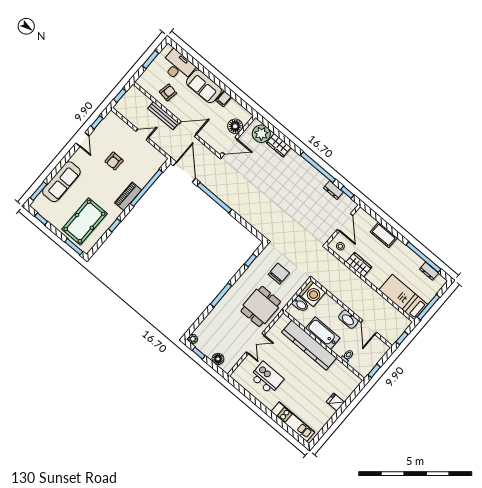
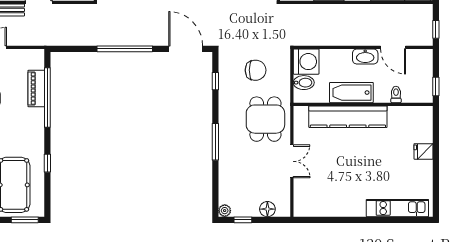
door: (184, 172) -> (186, 49), moved
piano: (128, 196) -> (36, 88), moved
chair: (279, 274) -> (256, 70), turned 90
kitchen island: (267, 378) -> (333, 186), removed

